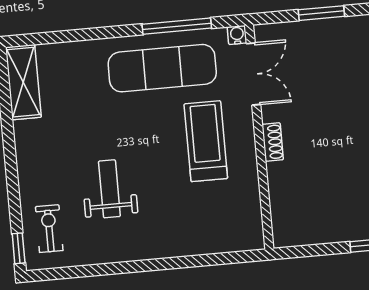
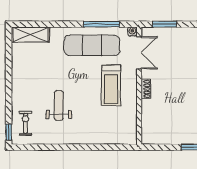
window: (321, 13) -> (165, 24), moved
shelving: (23, 82) -> (30, 35), moved, turned 90
treadmill: (206, 141) -> (111, 85), turned 180

